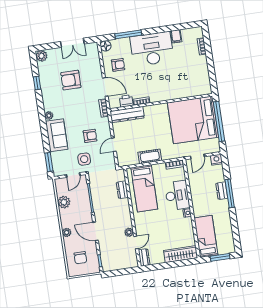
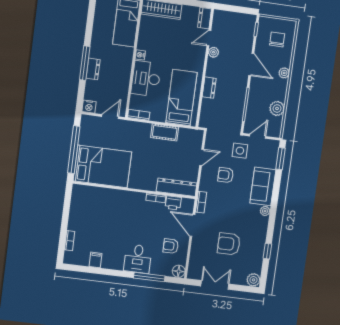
desk: (152, 49) -> (138, 259), width x0.53, depth x0.77
armchair: (71, 80) -> (229, 244), turned 180
bed: (193, 120) -> (102, 166), width x0.73
dresser: (122, 190) -> (209, 88), moved

